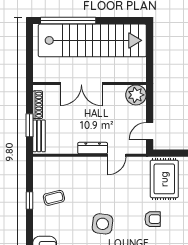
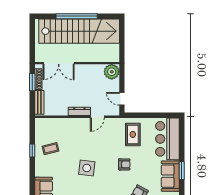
window: (68, 21) -> (77, 16), moved
double door: (81, 83) -> (59, 63), moved
window: (29, 125) -> (32, 82), moved
door: (150, 131) -> (122, 99), hinge flipped
rug: (164, 179) -> (133, 134), width x0.73, depth x0.70

